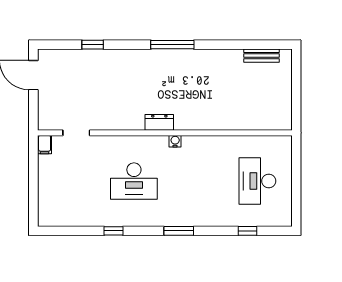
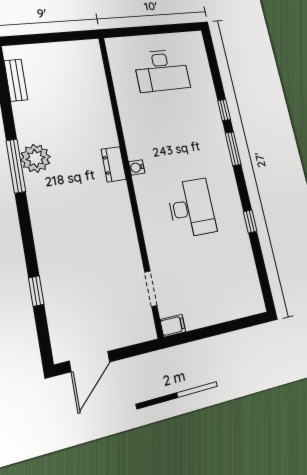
window: (172, 45) -> (16, 166), moved
plant: (195, 61) -> (35, 158), added
dresser: (159, 122) -> (114, 164), moved
window: (248, 231) -> (224, 110), moved

